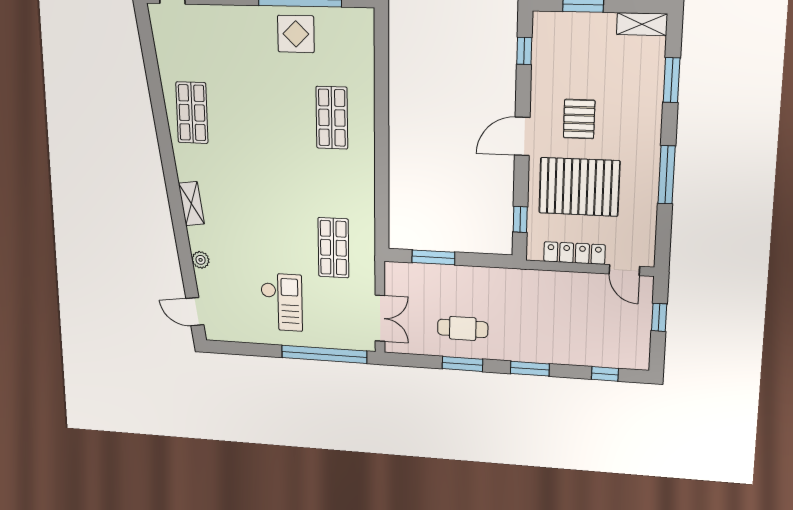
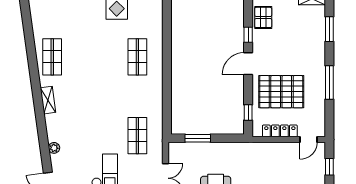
window: (524, 51) -> (248, 35), moved
pallet: (579, 119) -> (263, 17), moved
shelving: (191, 204) -> (48, 100), moved
door: (624, 270) -> (309, 140), hinge flipped

